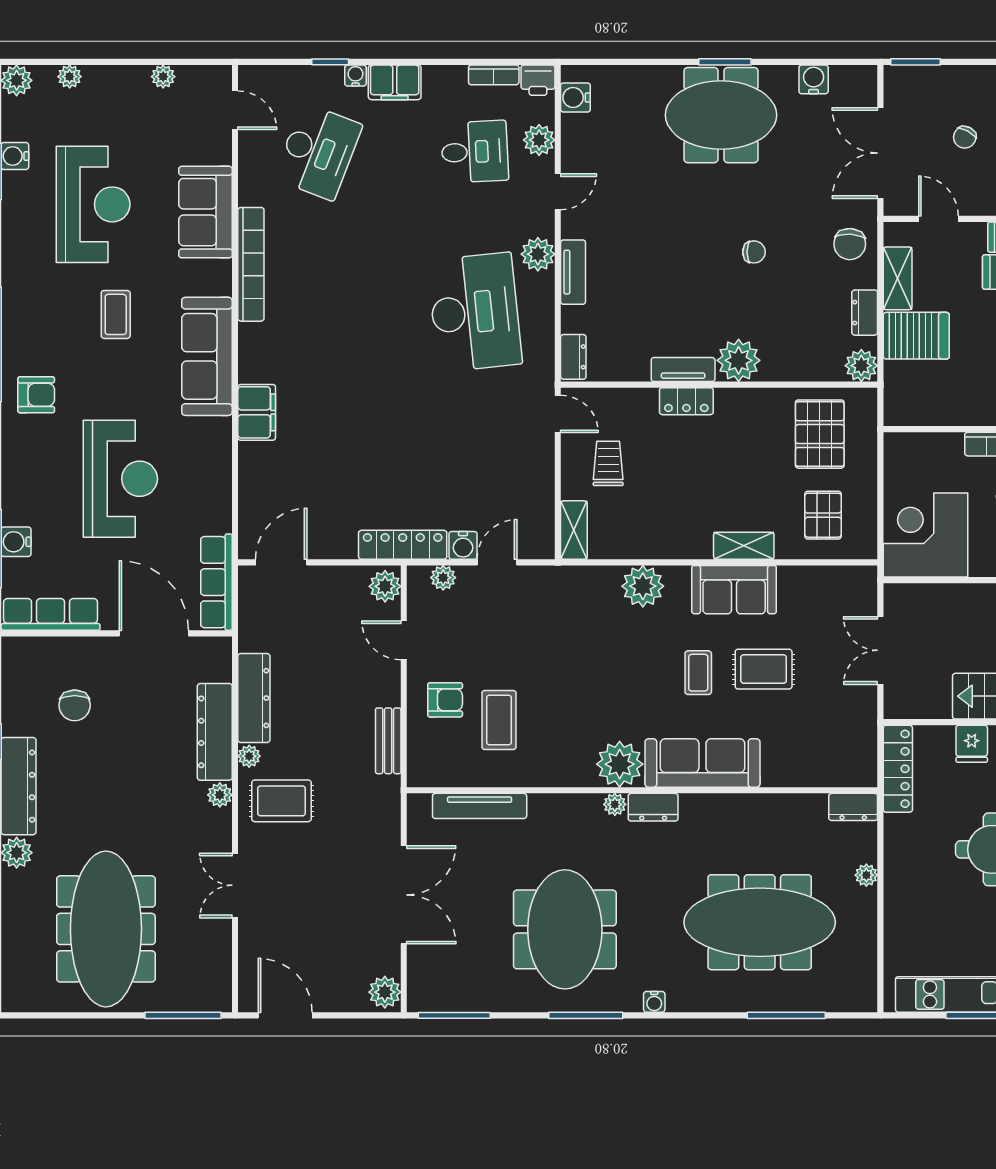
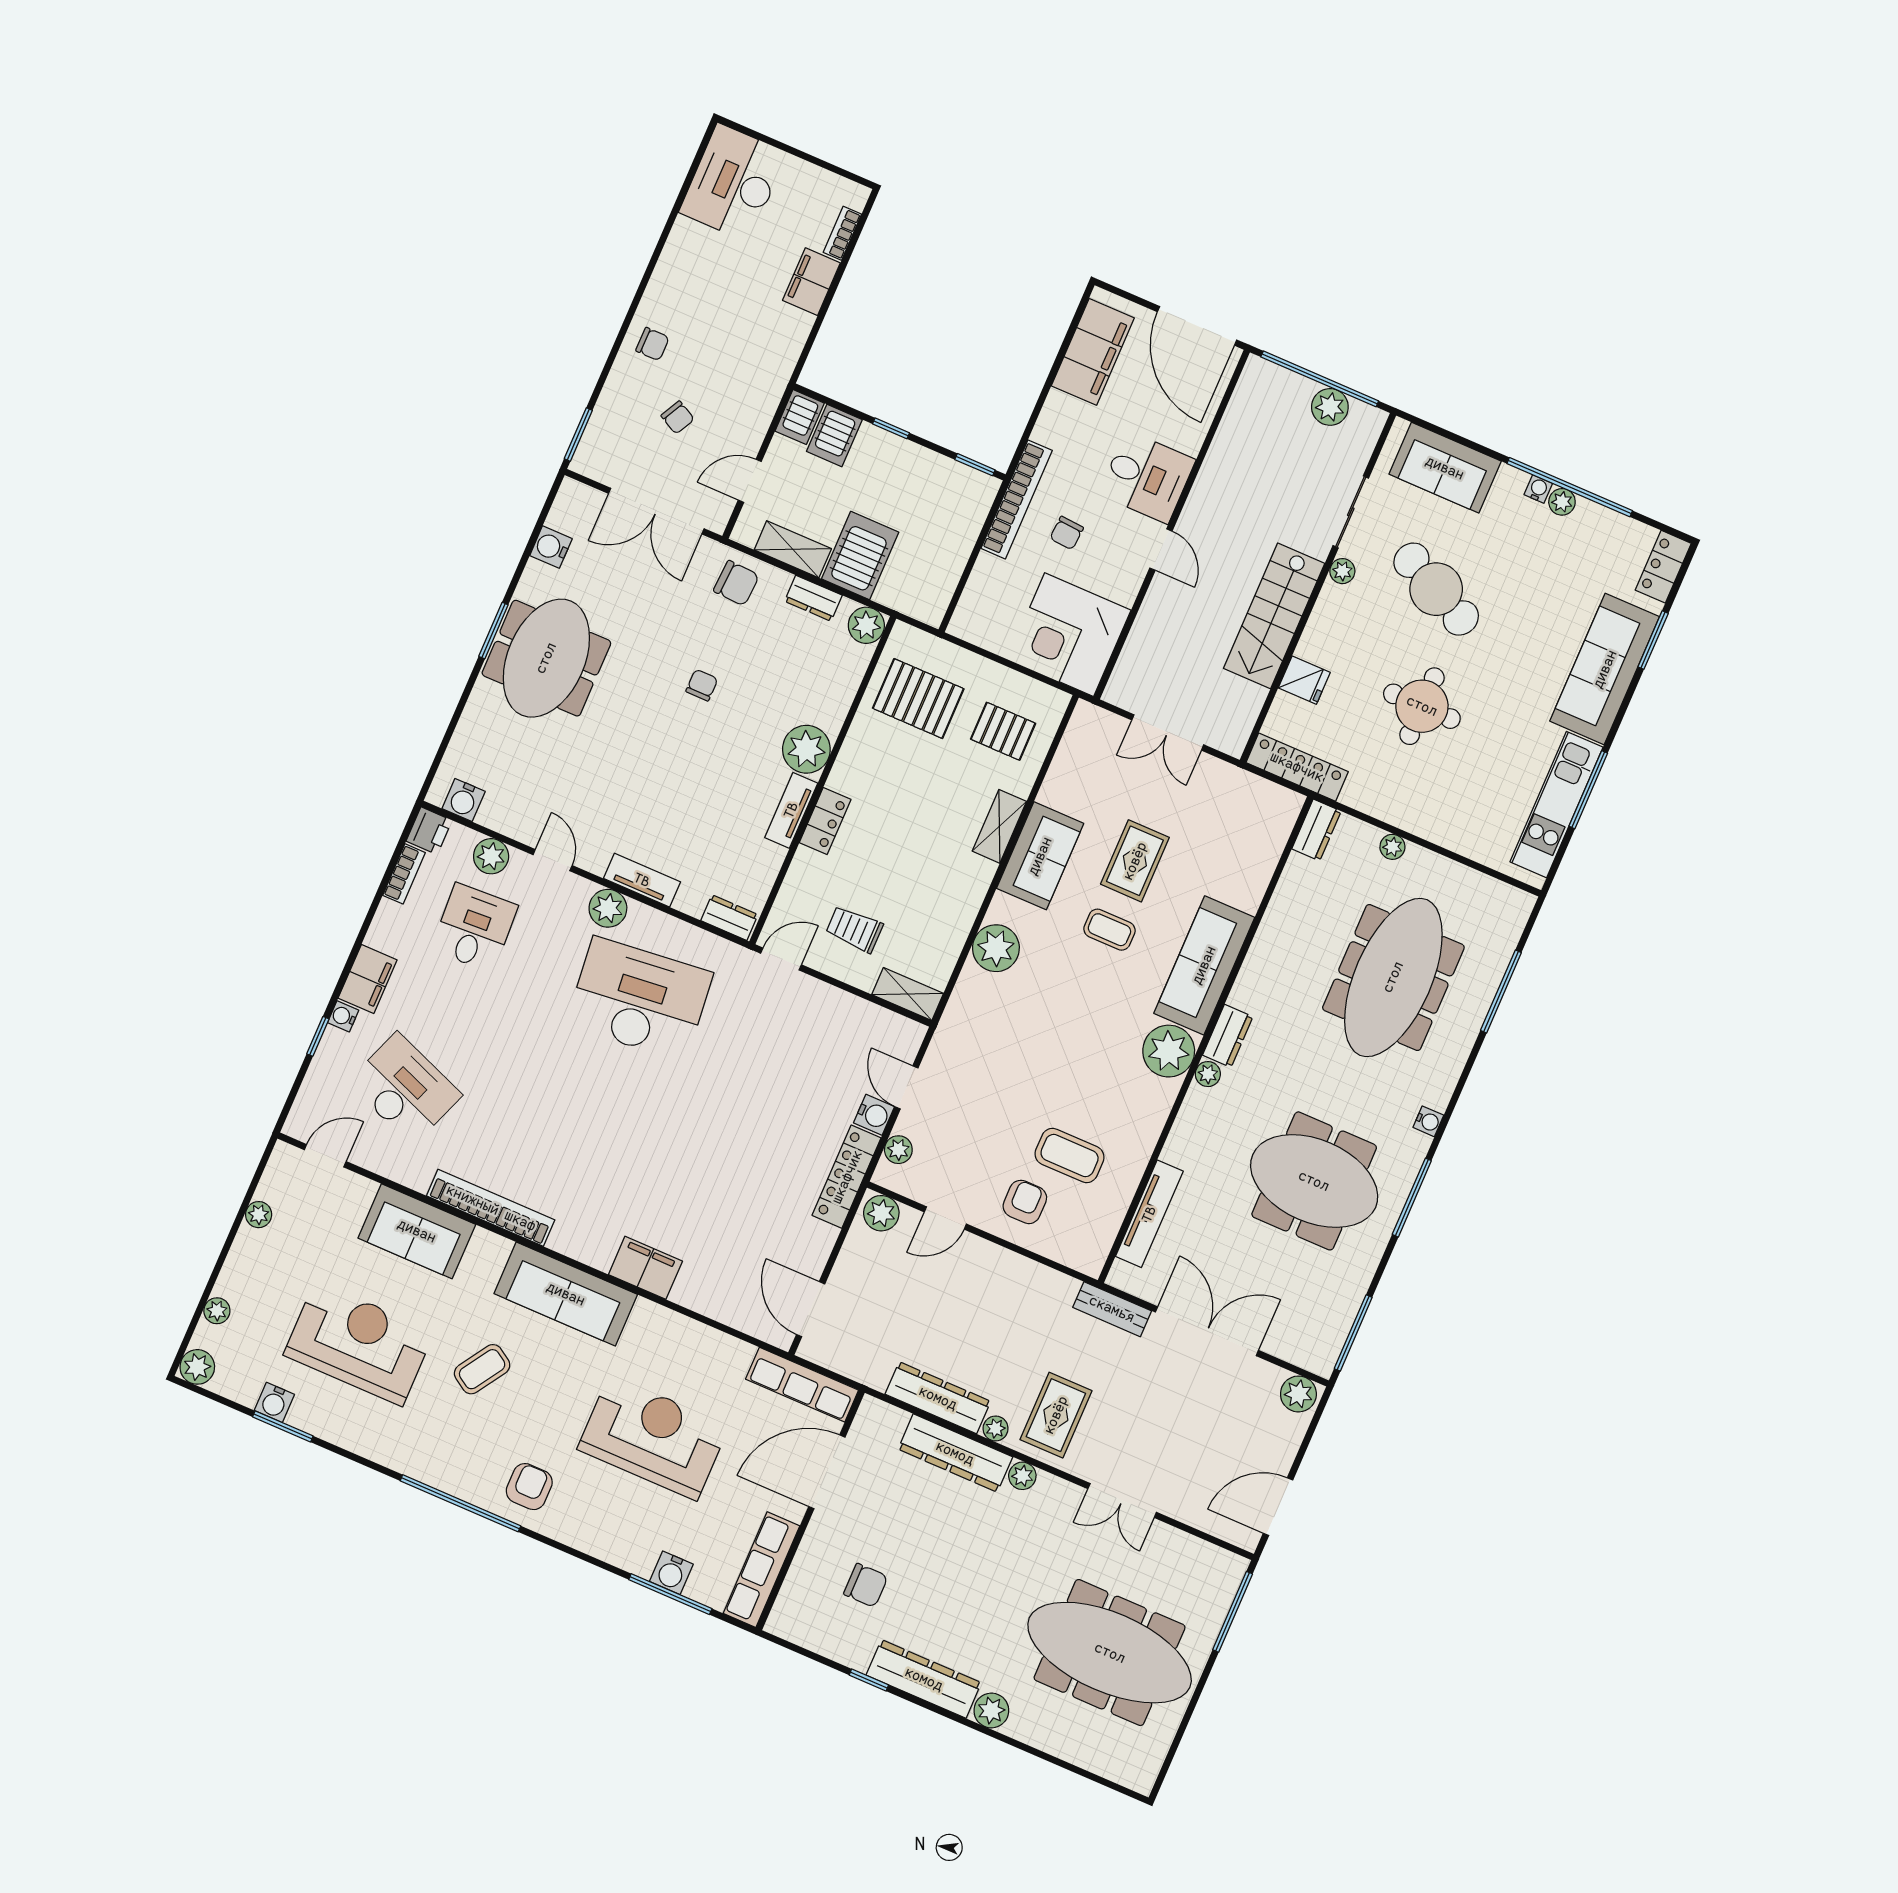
coffee table: (116, 314) -> (482, 1369), turned -57
bench: (388, 741) -> (1112, 1309), moved

